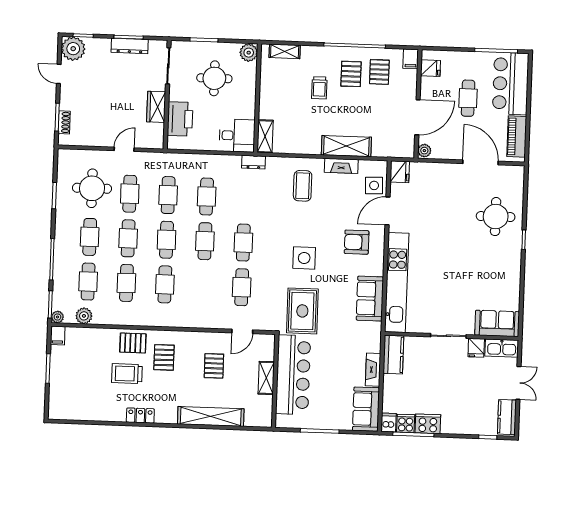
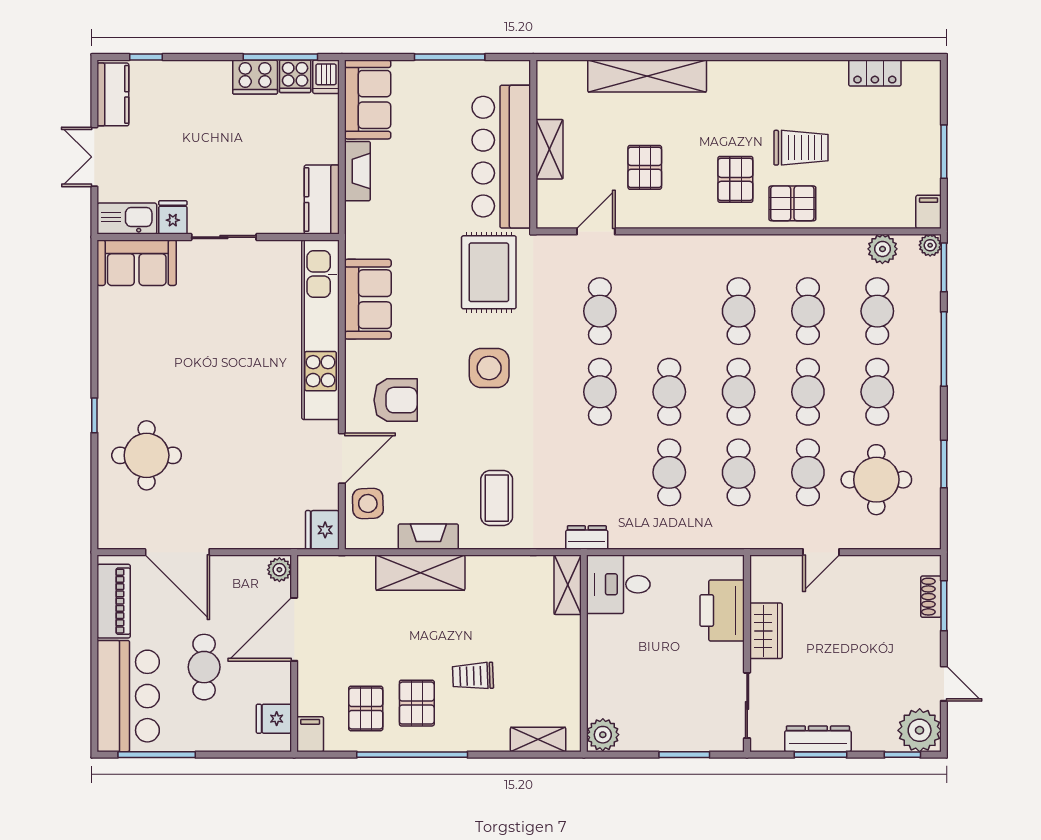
round table: (214, 78) -> (663, 686), removed
trolley: (319, 88) -> (473, 676), turned -92
locker: (140, 416) -> (875, 73), moved

